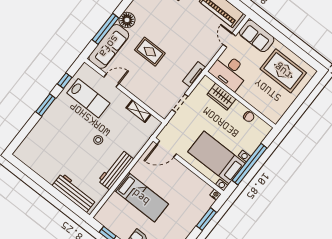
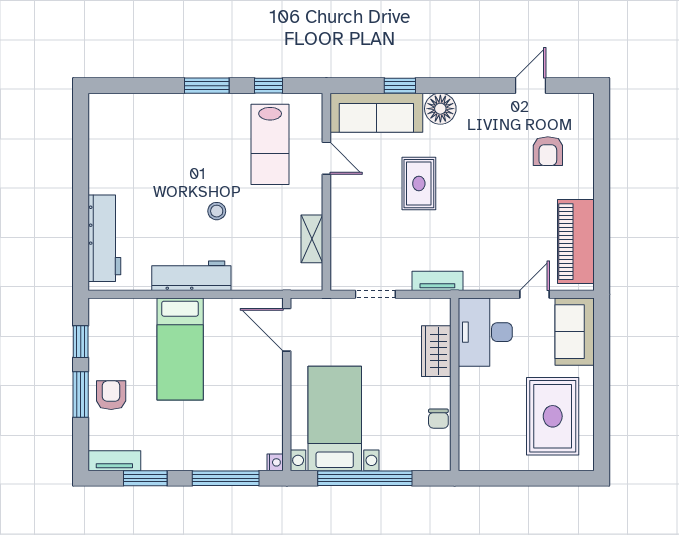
window: (105, 29) -> (400, 86), width x0.46
window: (206, 219) -> (226, 478), width x1.44

